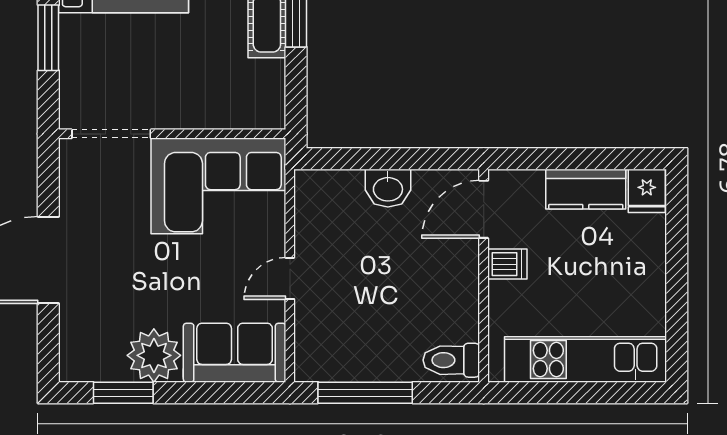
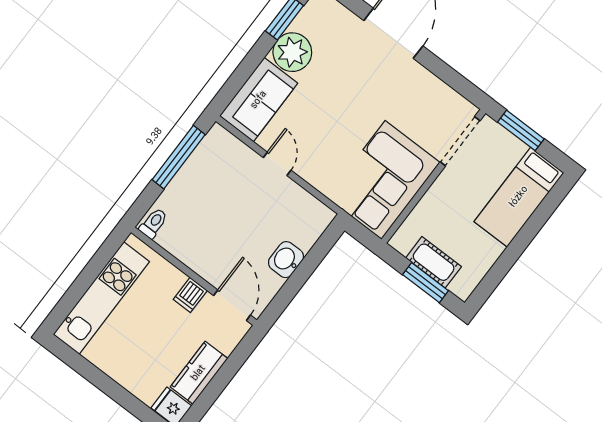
doorway: (111, 134) -> (460, 141), moved
wall: (172, 134) -> (433, 176), moved
corner sofa: (218, 186) -> (383, 180), moved
toilet: (451, 360) -> (154, 223), width x0.73, depth x0.72

